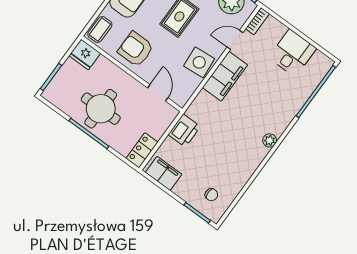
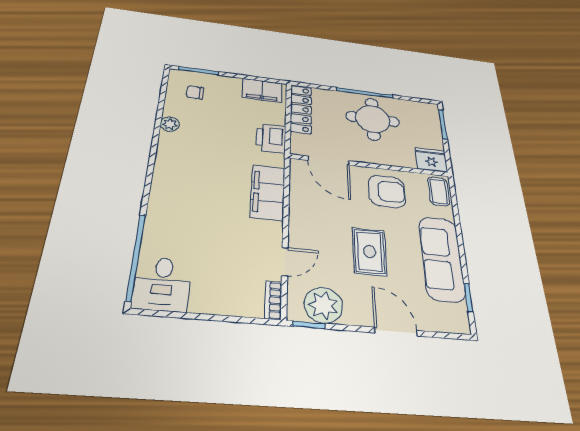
desk: (292, 53) -> (162, 284), moved
side table: (199, 62) -> (308, 214), removed
filing cabinet: (225, 76) -> (268, 192), moved
door: (158, 93) -> (328, 161), width x1.37
plant: (270, 140) -> (170, 124), moved
locker: (142, 150) -> (301, 109), width x1.53

